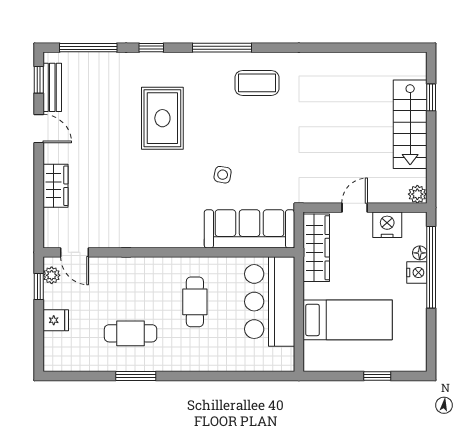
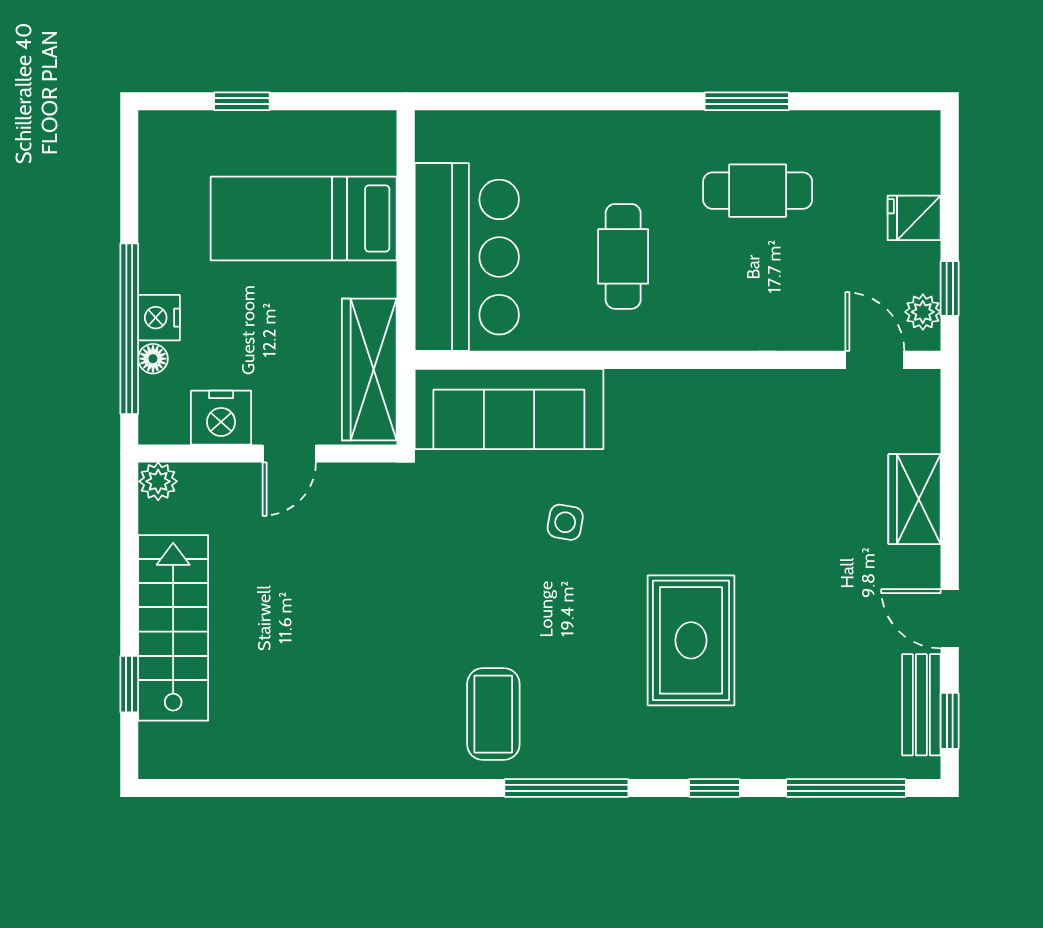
coffee table: (257, 83) -> (493, 714), turned 90

